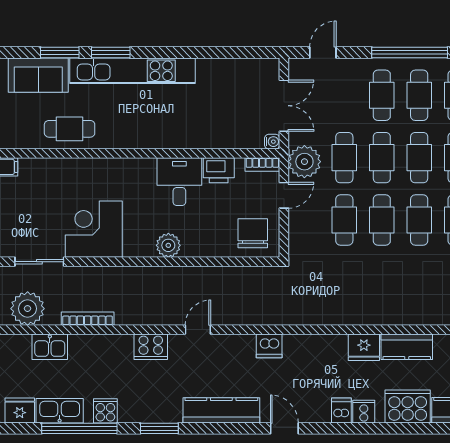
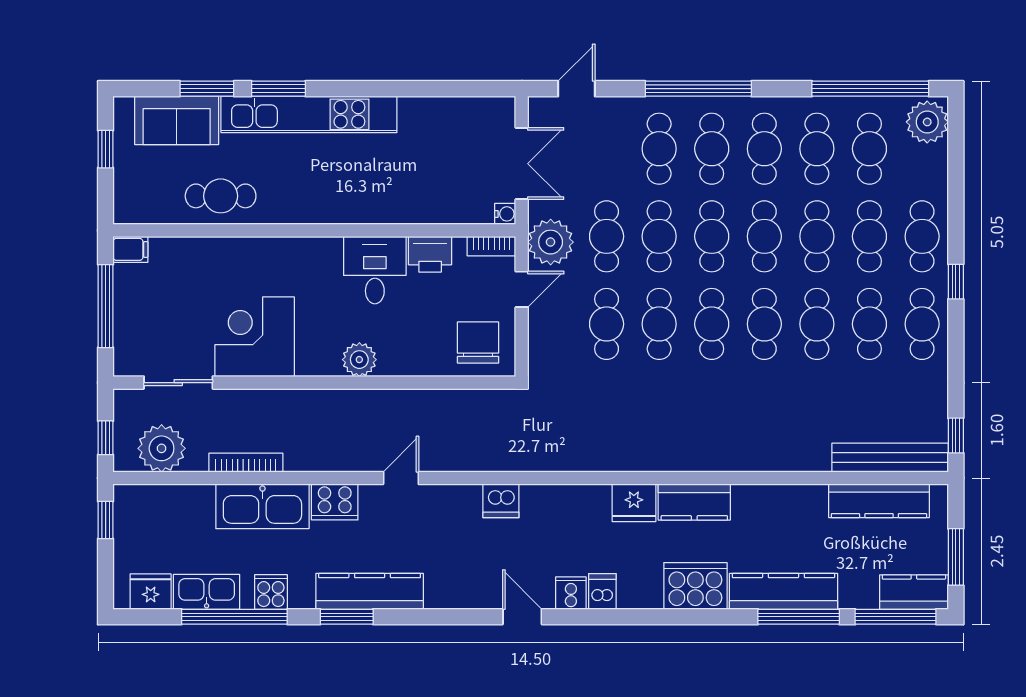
kitchen sink: (50, 347) -> (262, 506), moved, width x1.88, depth x1.24
kitchen counter: (221, 410) -> (370, 591), moved
cooker: (364, 412) -> (571, 593), moved

